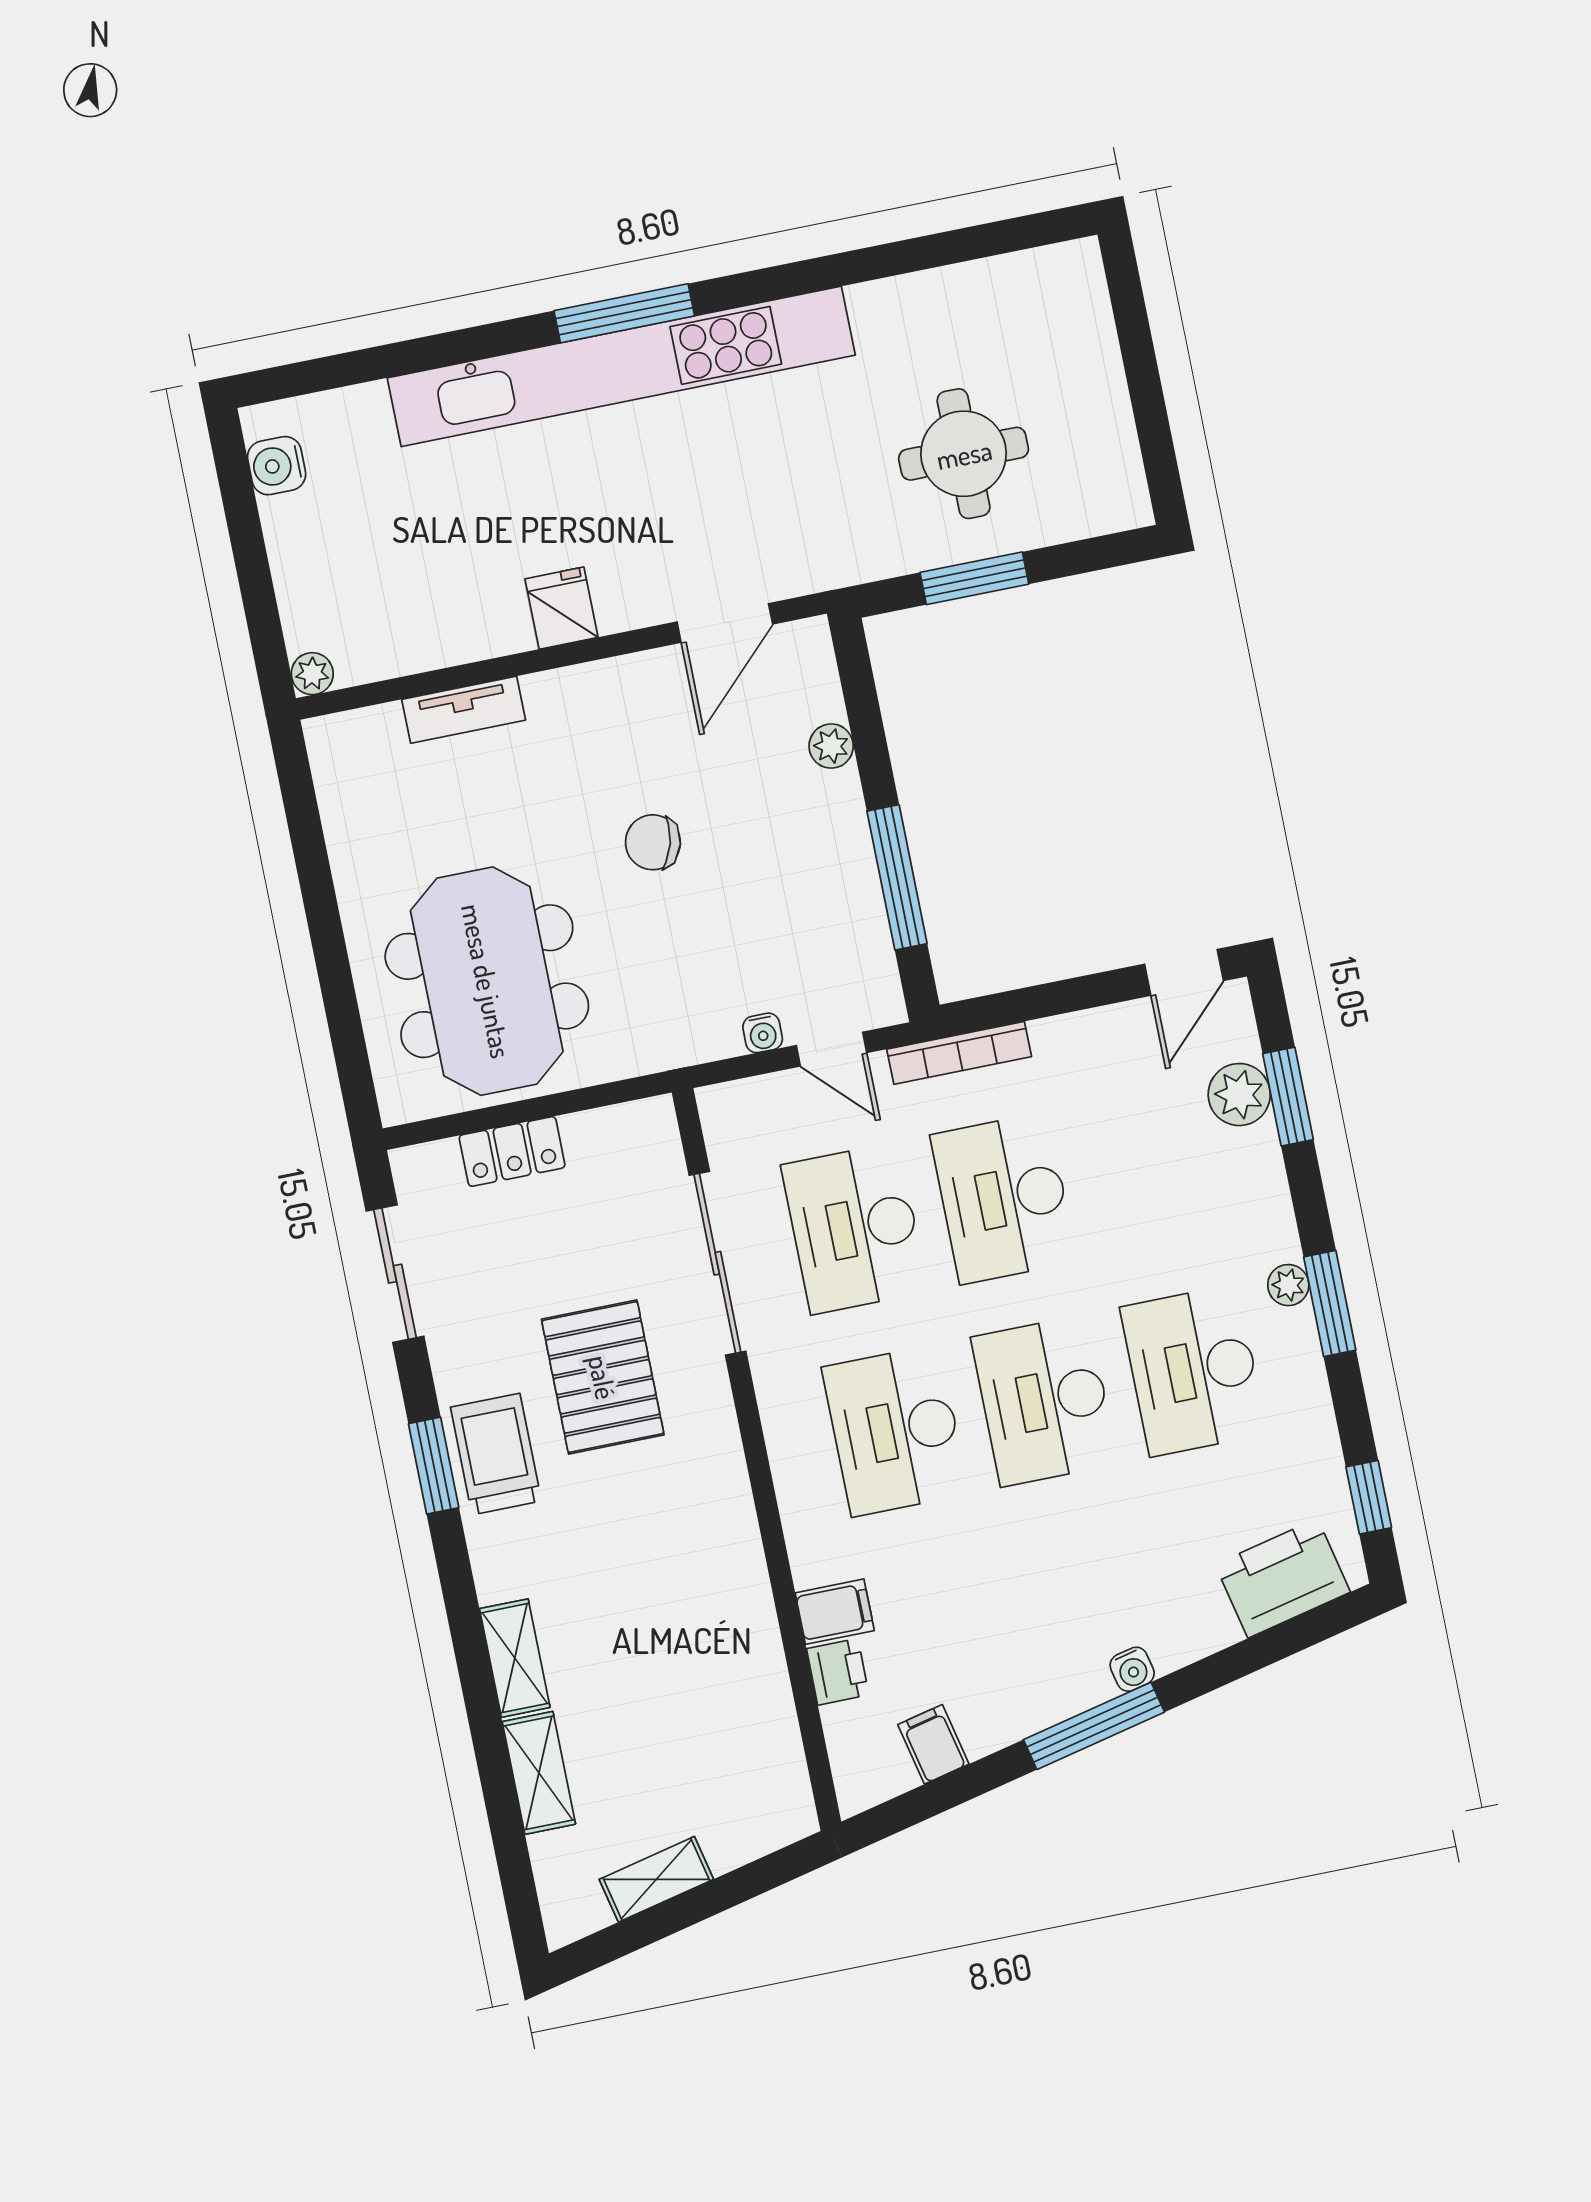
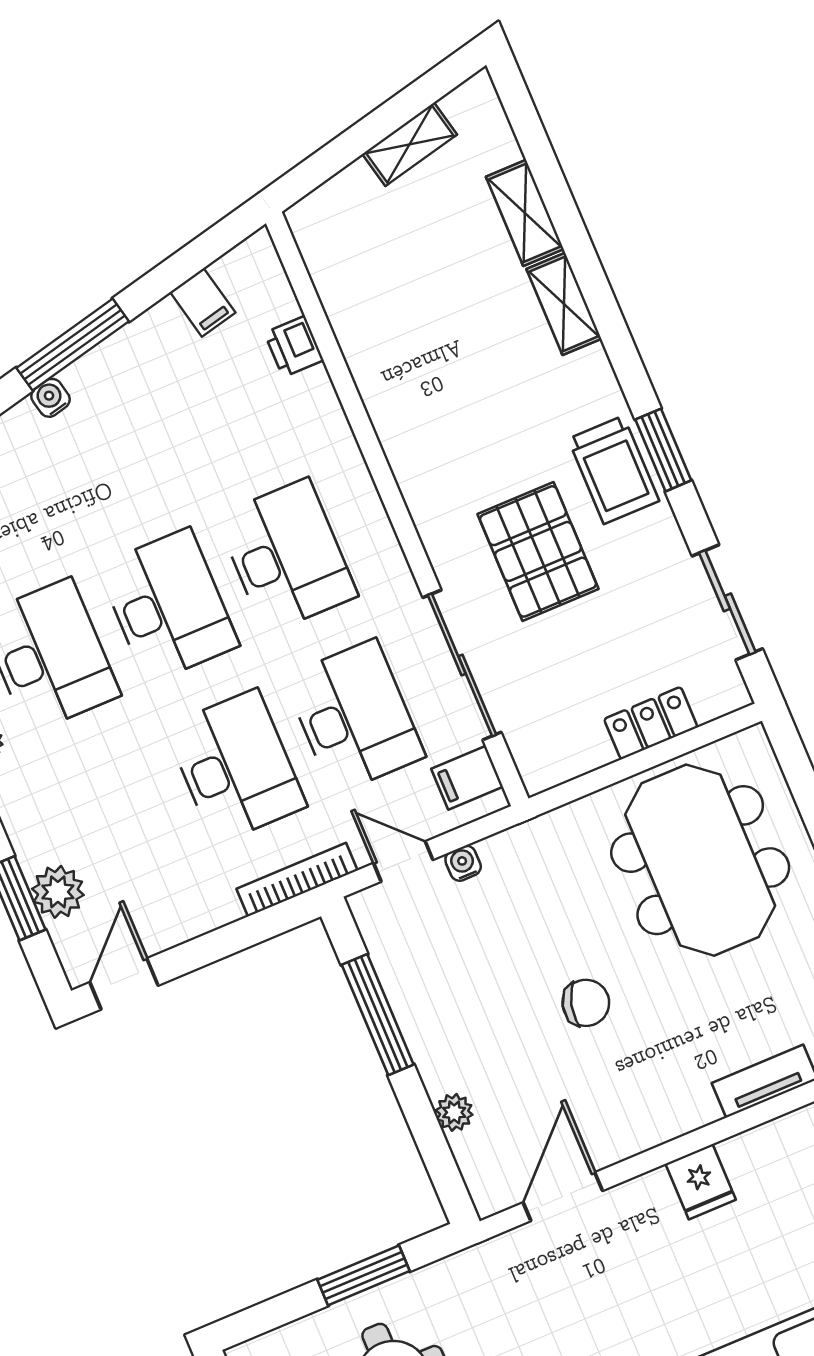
filing cabinet: (835, 1612) -> (467, 778), moved

